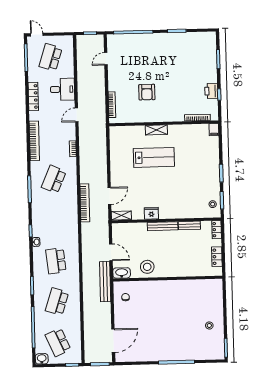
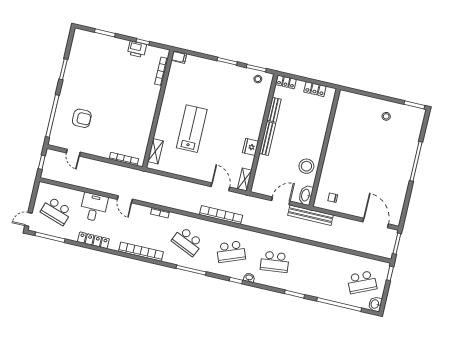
armchair: (147, 92) -> (82, 118), moved
shelving: (156, 130) -> (155, 151), moved
school desk: (57, 302) -> (231, 252), moved, turned -39

